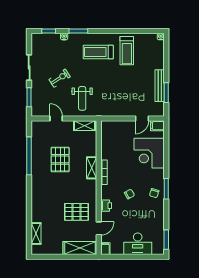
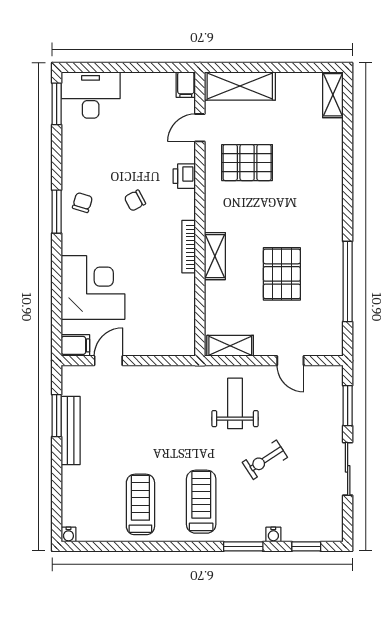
treadmill: (98, 52) -> (201, 502), turned -90
exercise bike: (60, 78) -> (265, 460), moved
shelving: (36, 233) -> (333, 95), moved
desk: (138, 244) -> (91, 95), moved

